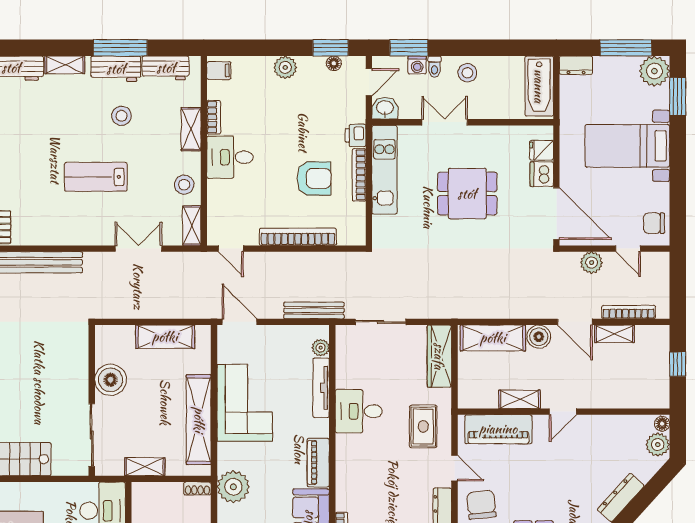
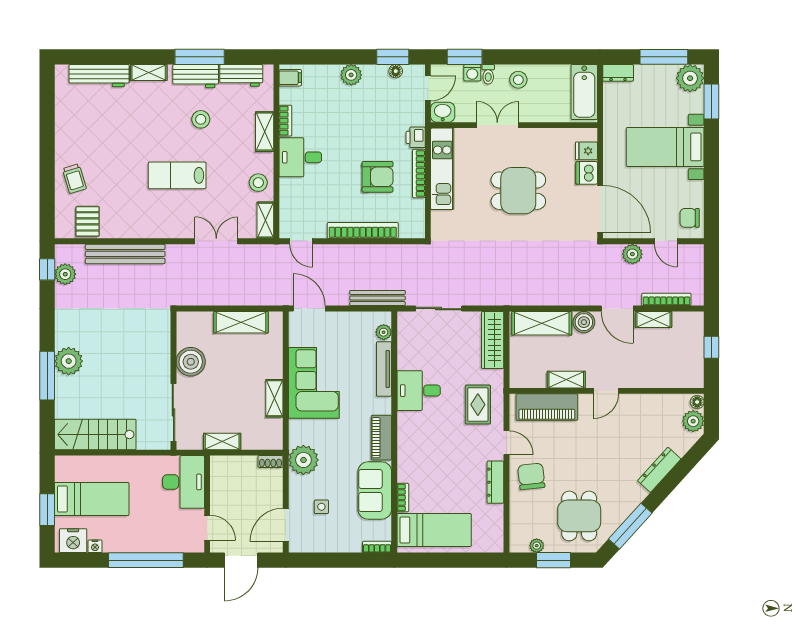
shelving: (199, 420) -> (274, 398), width x0.45, depth x0.75

